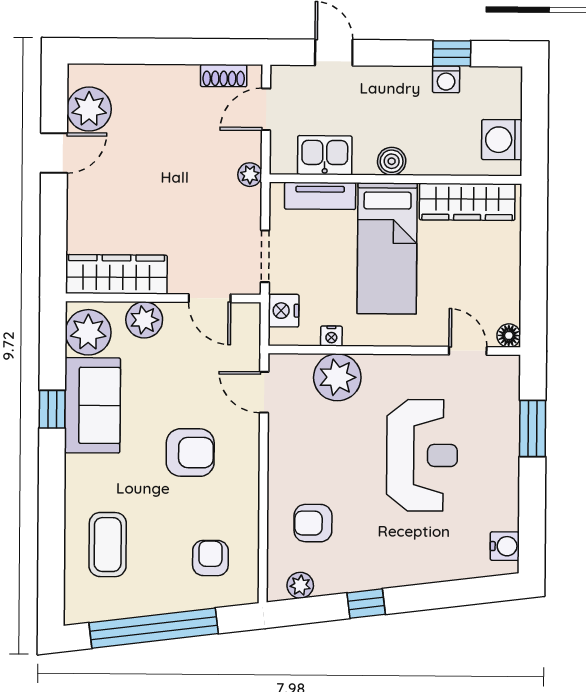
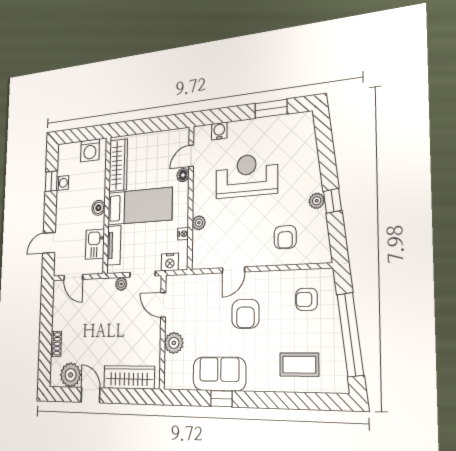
shoe rack: (224, 76) -> (56, 344), moved
plant: (250, 175) -> (121, 284), moved
wardrobe: (116, 274) -> (129, 377), moved, turned 90
door: (210, 298) -> (163, 305), swing flipped
plant: (88, 332) -> (180, 376), removed
floor lamp: (509, 335) -> (183, 175), moved
plant: (337, 377) -> (199, 223), width x0.53, depth x0.53
door: (264, 392) -> (234, 270), moved
window: (533, 429) -> (271, 109), moved
armchair: (190, 453) -> (245, 314), turned 180
water cooler: (505, 546) -> (219, 131), moved
plant: (300, 585) -> (317, 201), moved

